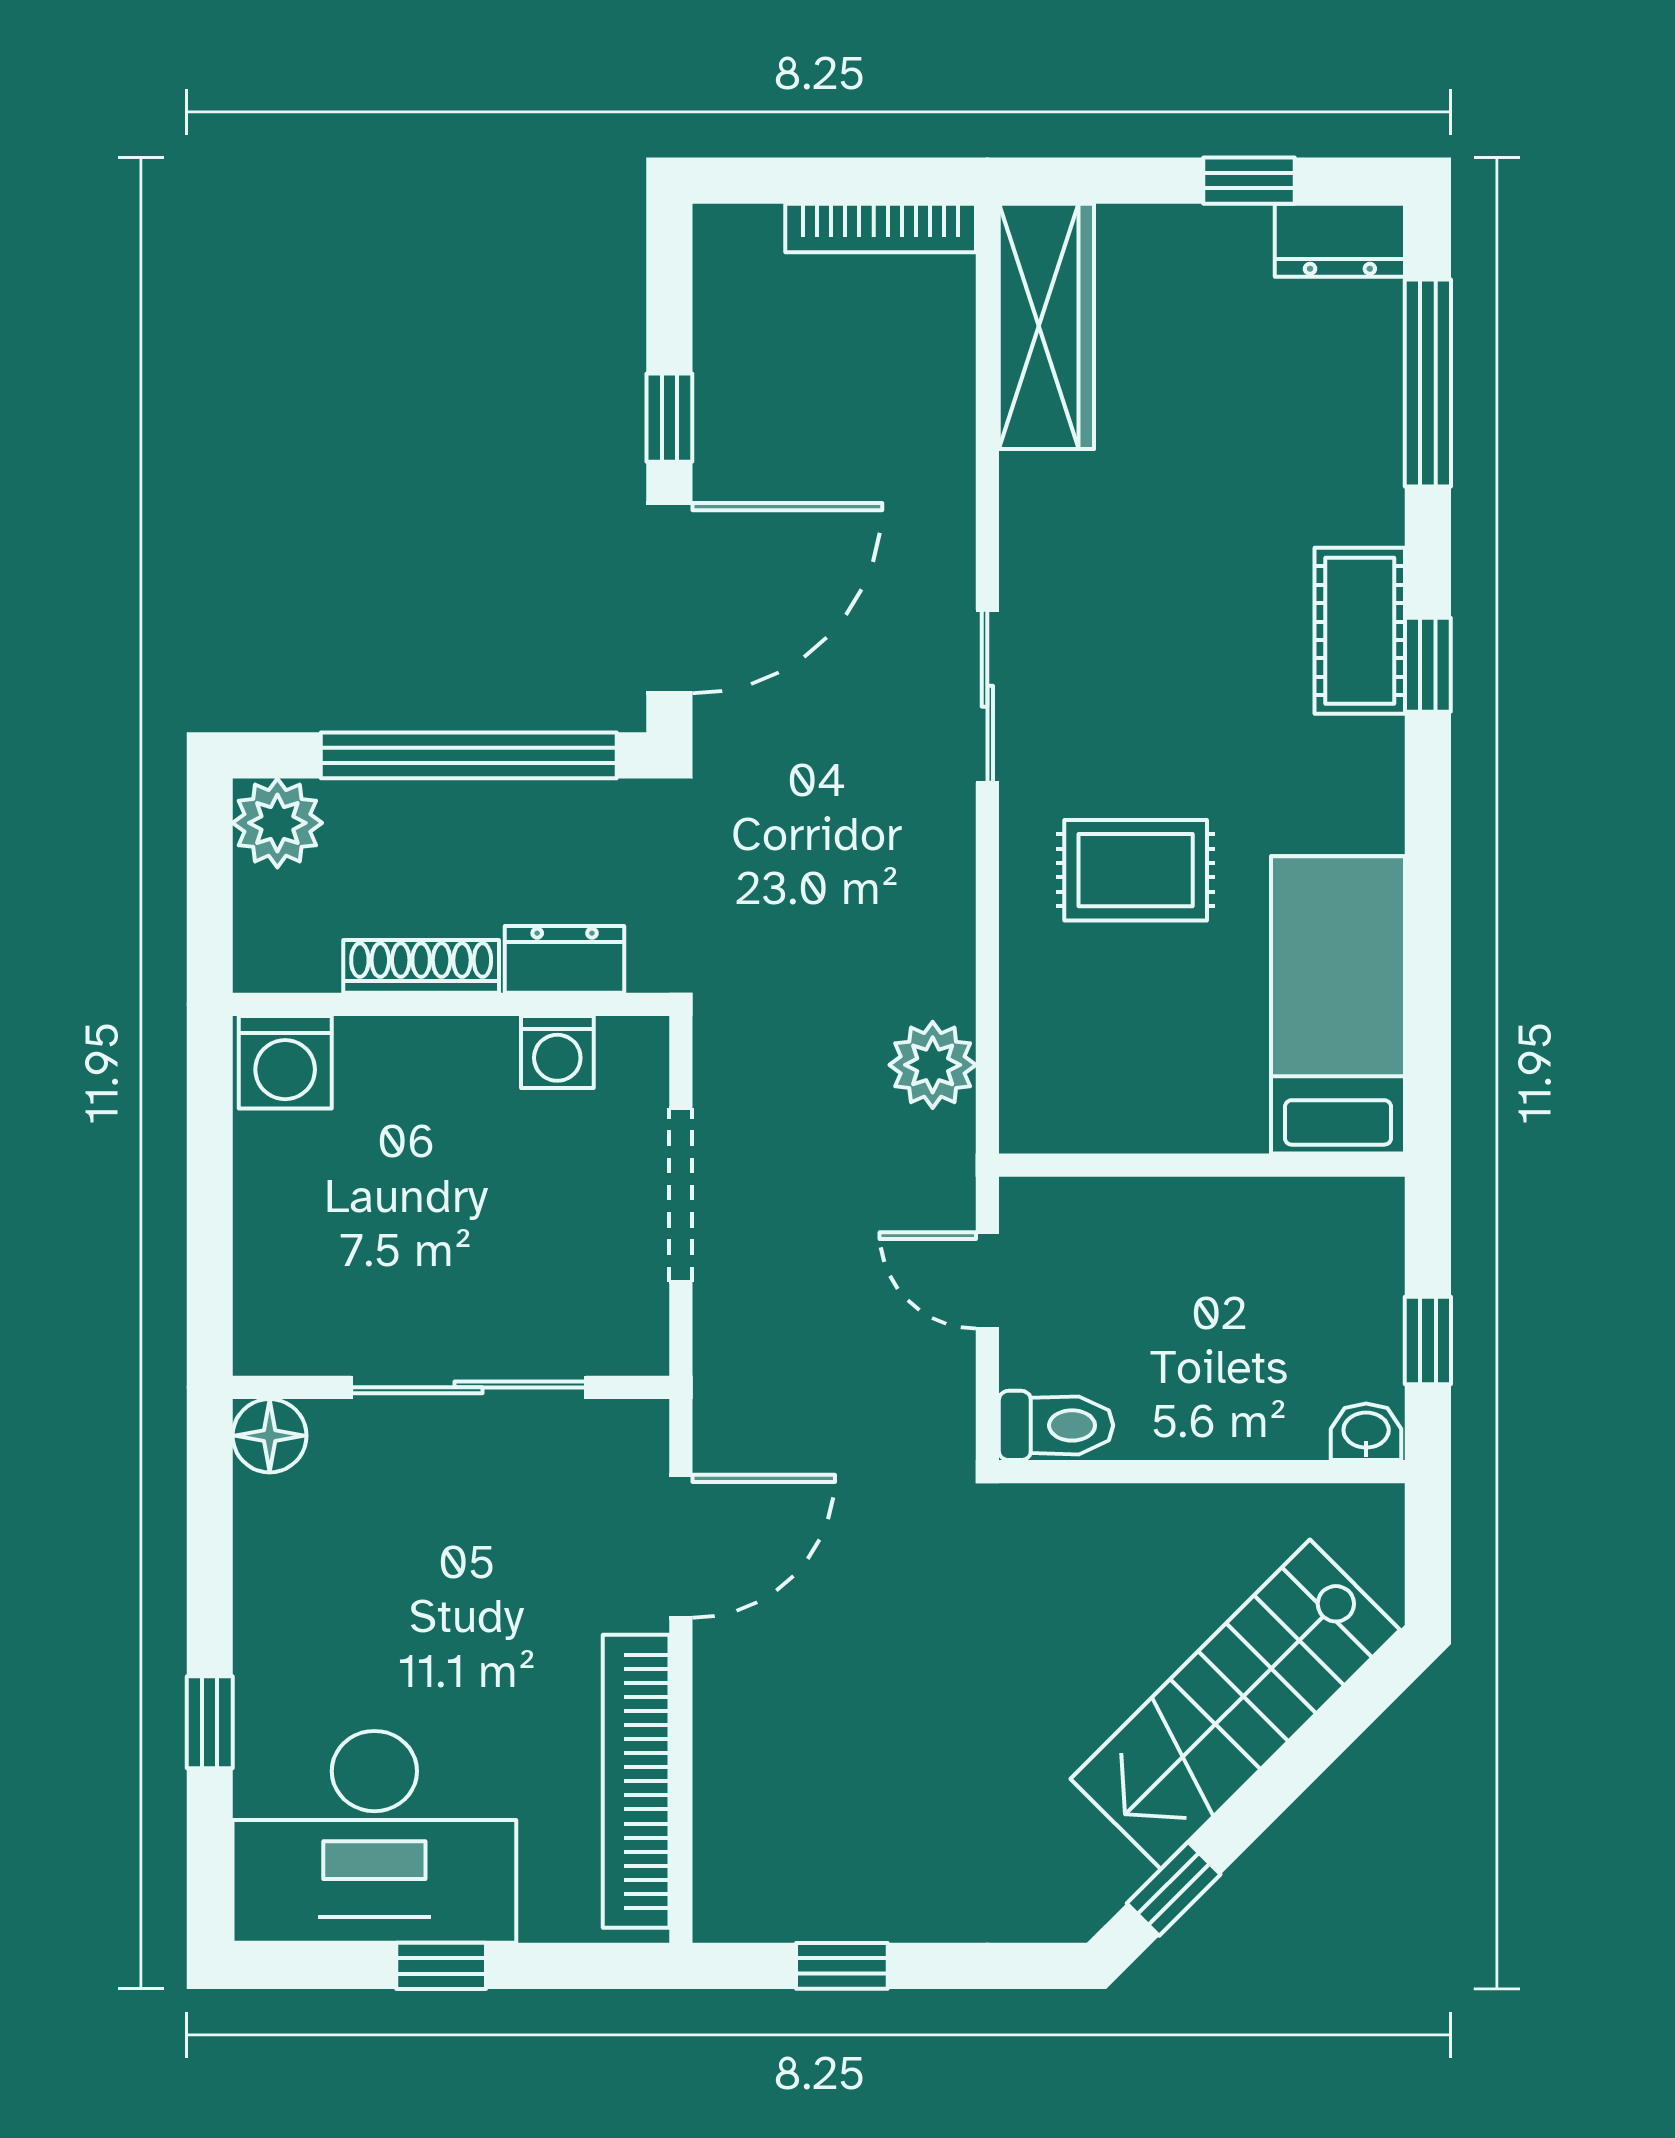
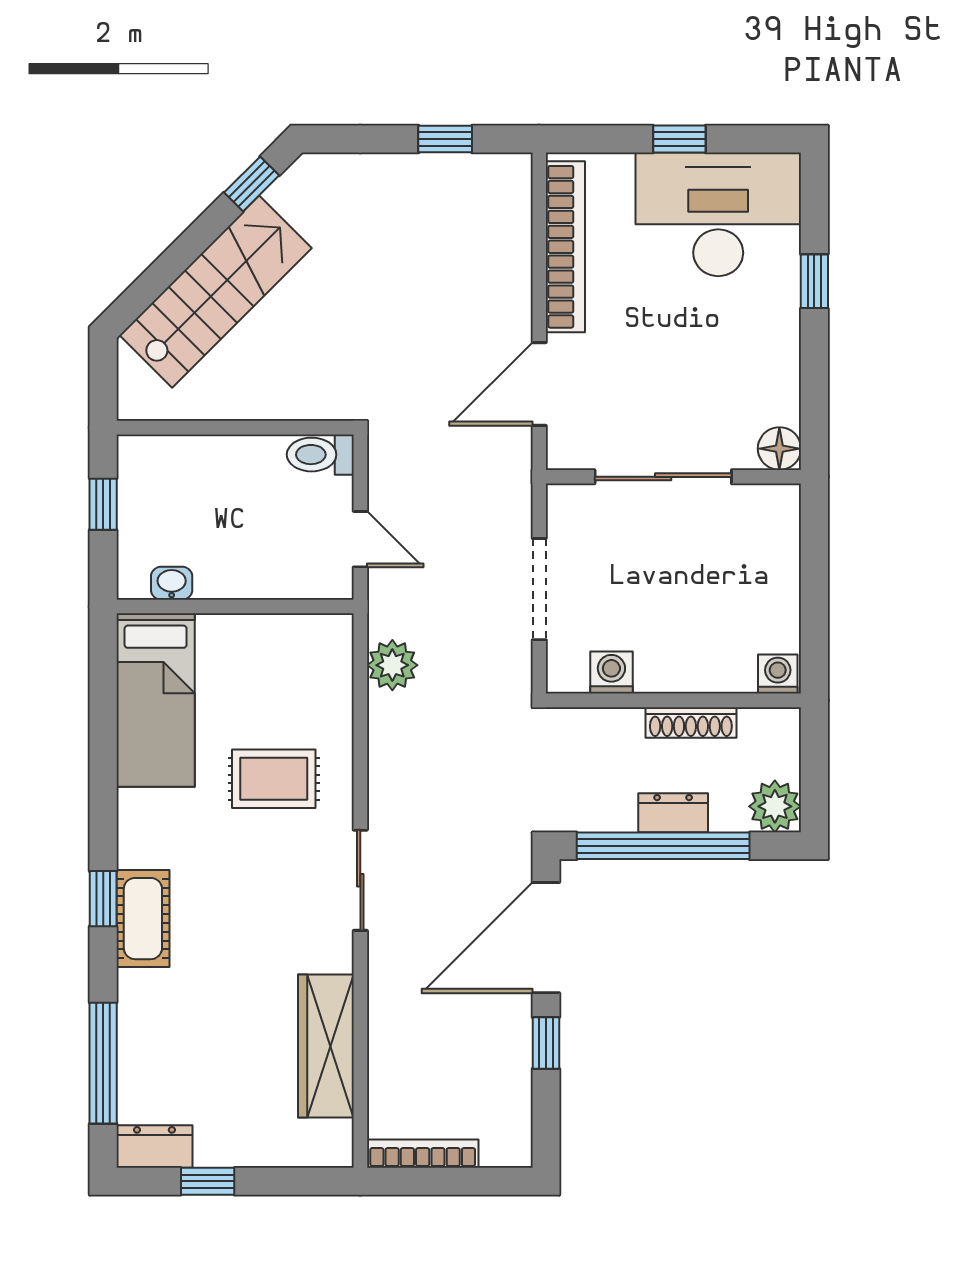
wardrobe: (1046, 326) -> (326, 1046), moved
dresser: (565, 959) -> (673, 813), moved, turned 180
washing machine: (285, 1062) -> (778, 674), width x0.73, depth x0.73
washbasin: (1366, 1432) -> (172, 583), moved, turned 180

